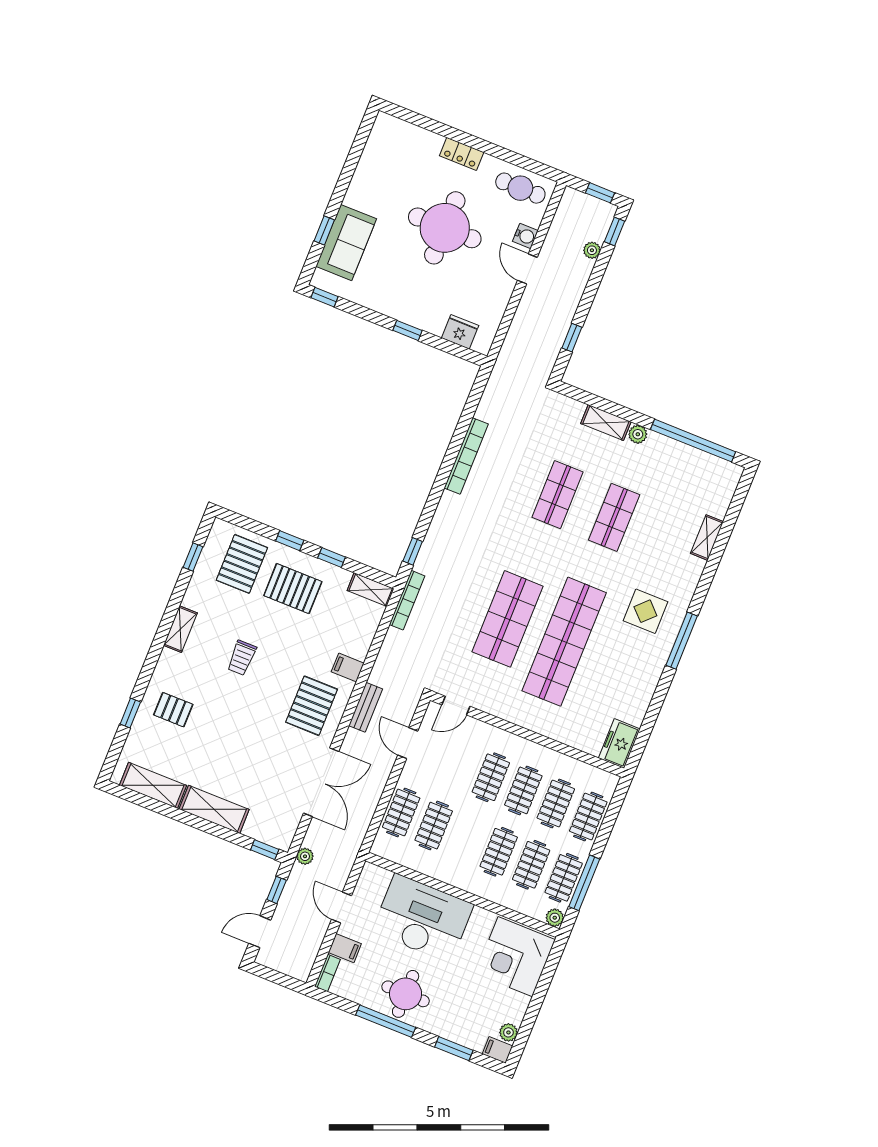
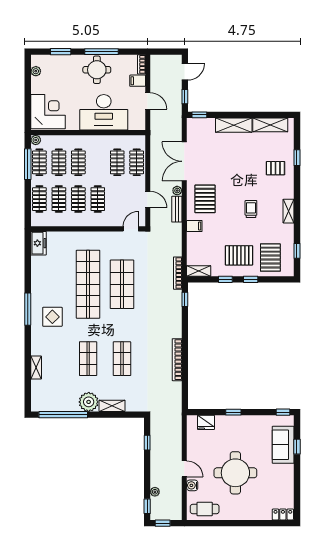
locker: (462, 154) -> (283, 514), moved
plant: (638, 434) -> (89, 402), width x1.88, depth x1.88
plant: (305, 856) -> (177, 191), moved
filing cabinet: (497, 1050) -> (38, 60), removed

